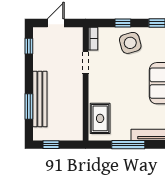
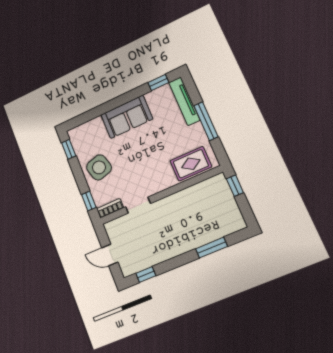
window: (123, 23) -> (89, 201), moved
bench: (40, 99) -> (198, 239), removed
window: (51, 145) -> (235, 186), moved

